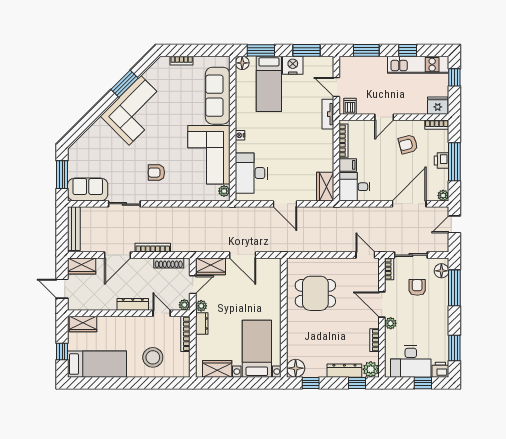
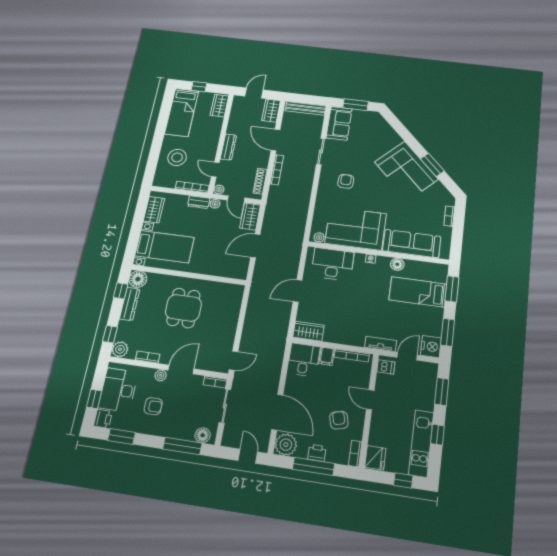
floor lamp: (242, 63) -> (397, 264), moved
nightstand: (293, 65) -> (431, 347), moved
plant: (443, 195) -> (286, 445), width x1.87, depth x1.87
armchair: (417, 287) -> (153, 406), moved
dining table: (315, 293) -> (183, 308), moved
door: (162, 313) -> (215, 170), swing flipped
dresser: (344, 371) -> (130, 304), moved

